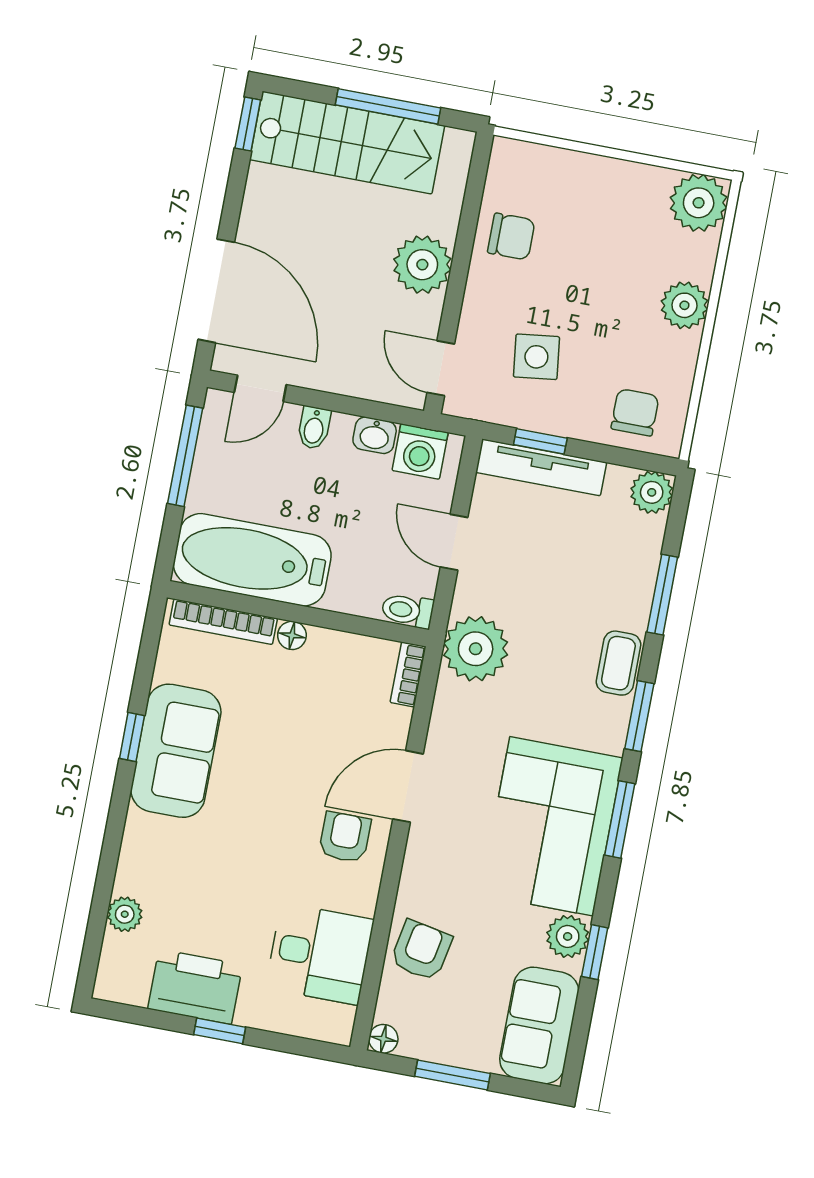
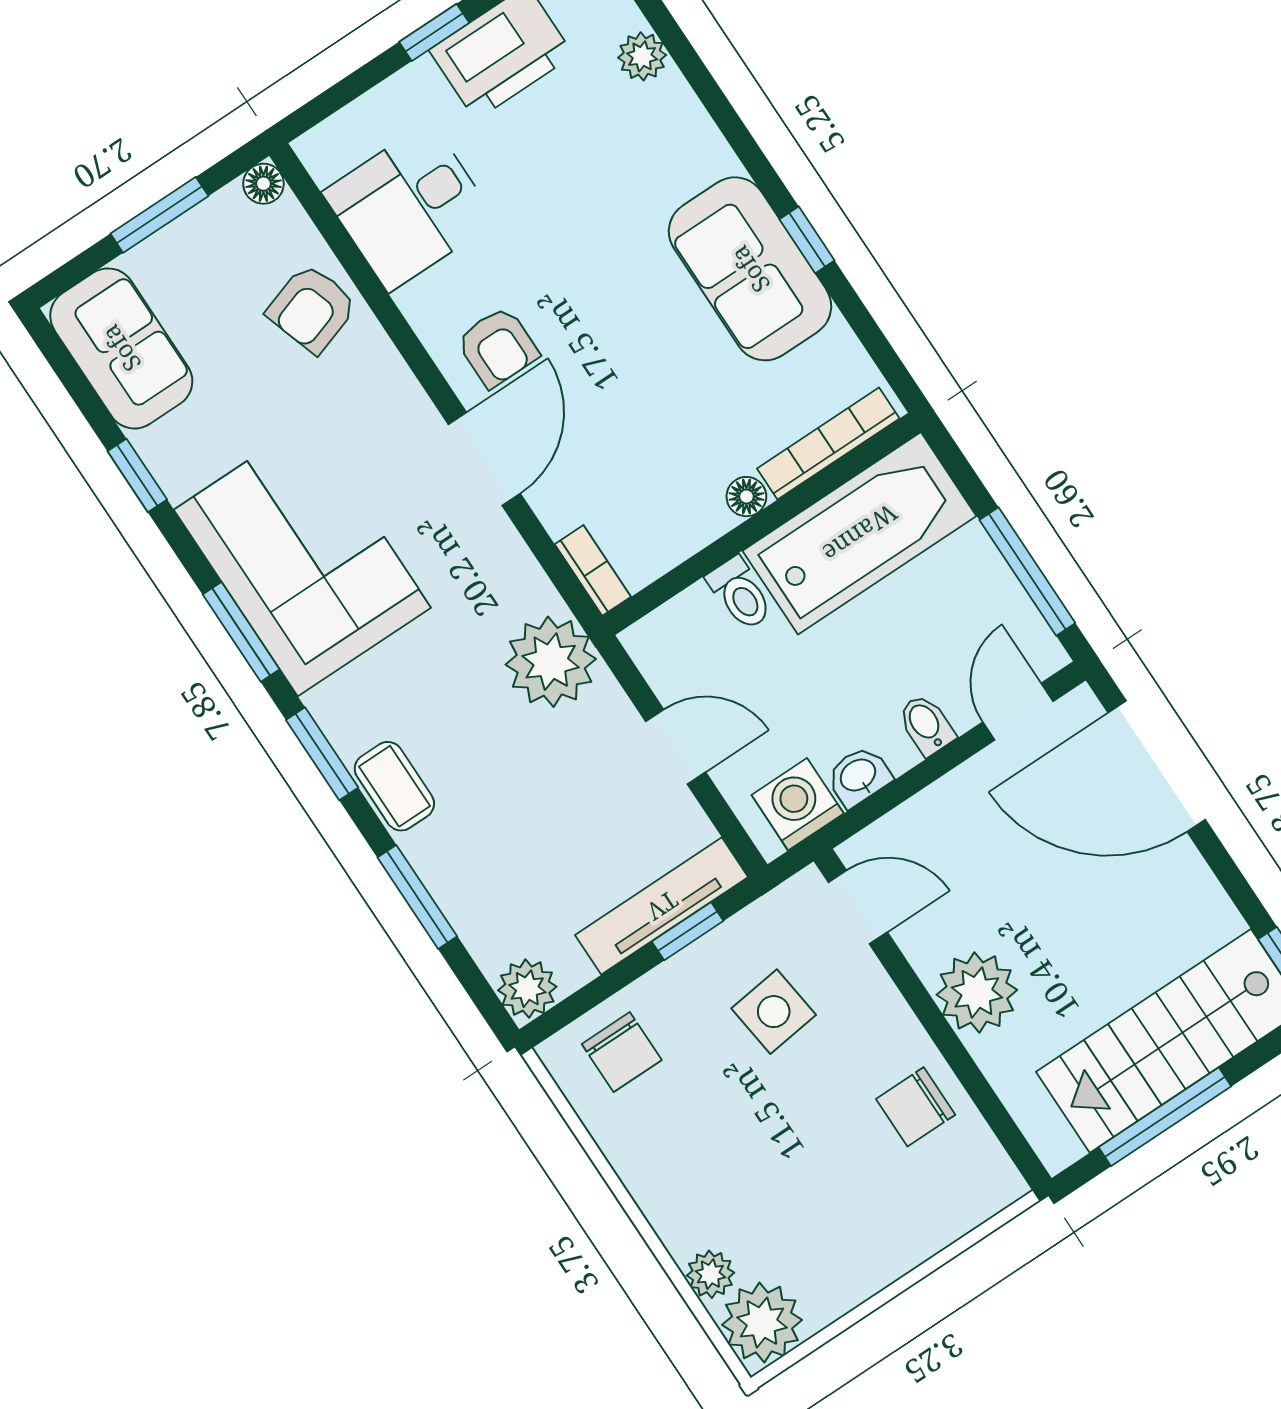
plant: (684, 305) -> (710, 1274), moved, width x0.73, depth x0.73
toilet: (407, 610) -> (740, 594), moved, turned 90
plant: (568, 936) -> (179, 465), removed
armchair: (421, 950) -> (312, 309), turned 61

